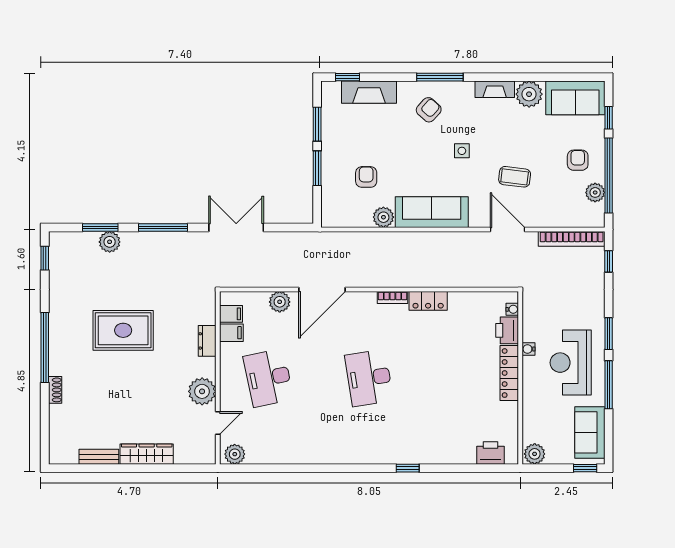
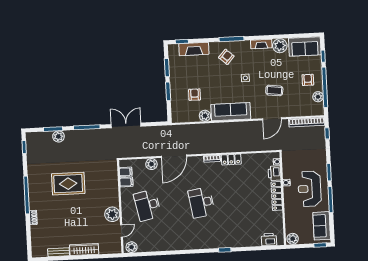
door: (507, 229) -> (272, 119), swing flipped
dresser: (207, 341) -> (114, 187), removed

